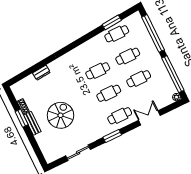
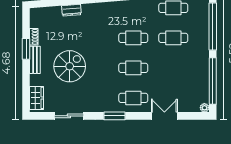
cafe table: (139, 79) -> (173, 68), removed
wardrobe: (47, 151) -> (37, 98), added

